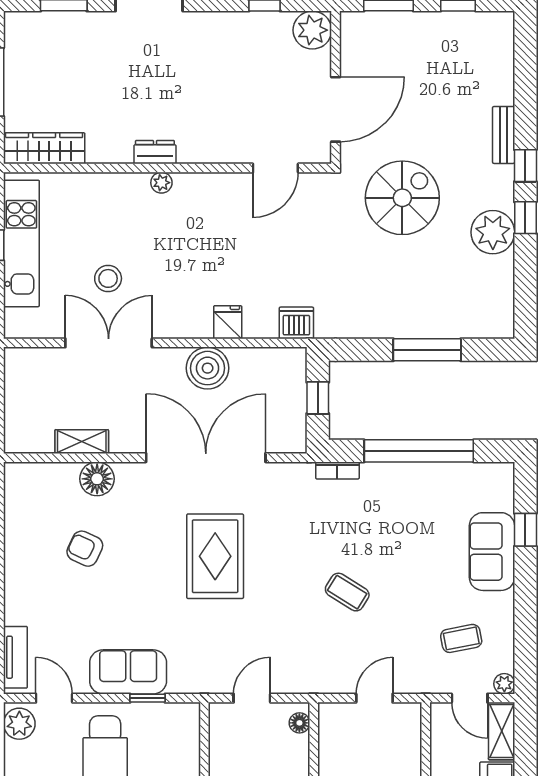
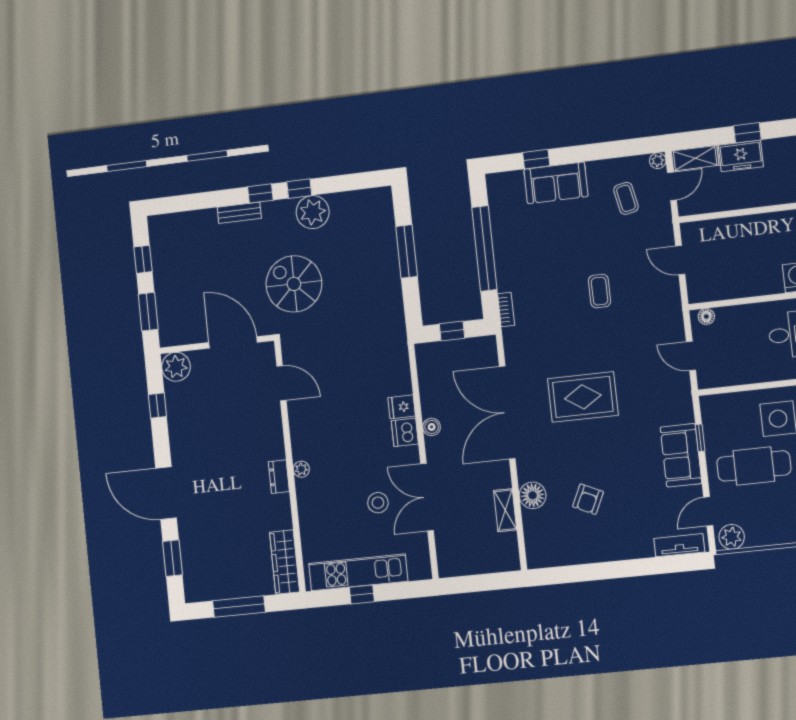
dishwasher: (296, 323) -> (405, 432), moved
boiler: (208, 368) -> (432, 427), width x0.54, depth x0.54
coffee table: (347, 592) -> (600, 291), turned -32

